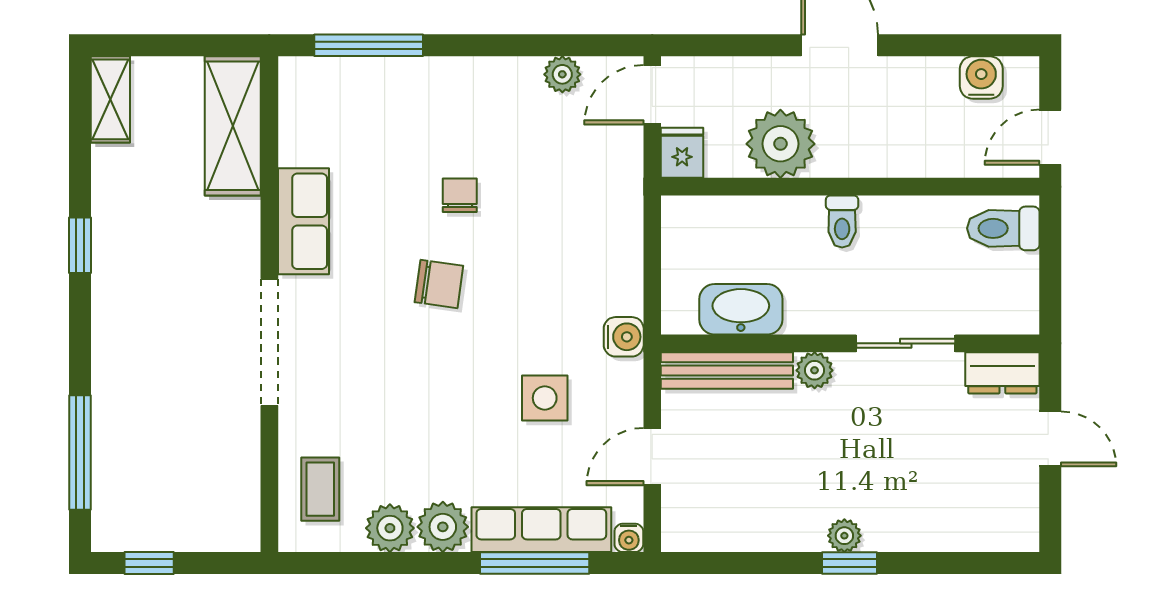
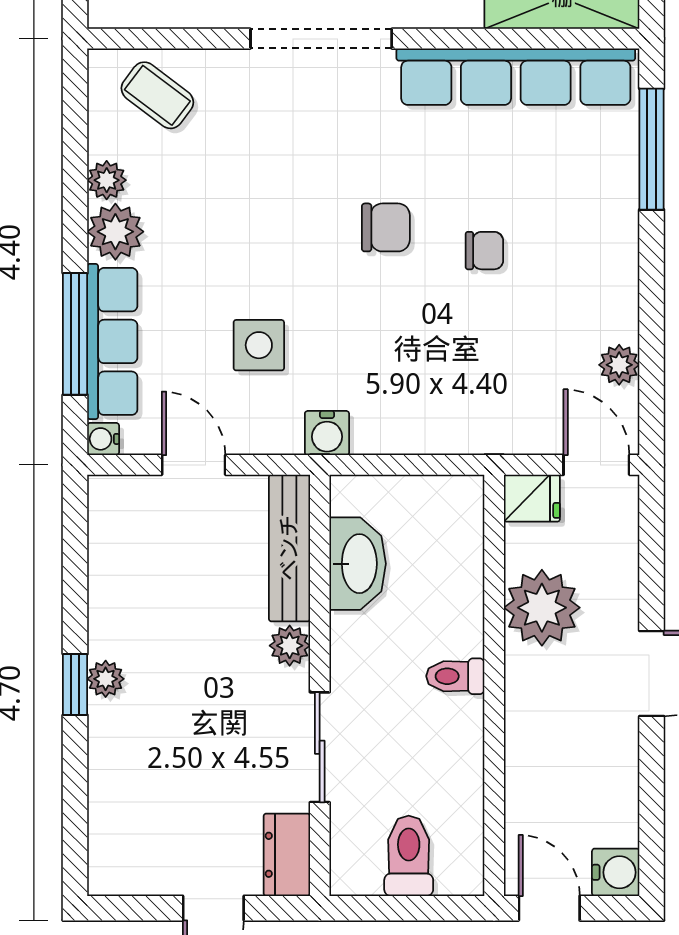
water cooler: (981, 77) -> (616, 872), moved
row of seats: (303, 221) -> (516, 77), width x2.02
toilet: (1003, 228) -> (409, 856), moved
chair: (439, 284) -> (386, 227), turned -98
coffee table: (320, 489) -> (157, 95), turned 37
plant: (390, 528) -> (107, 180), width x0.73, depth x0.73

